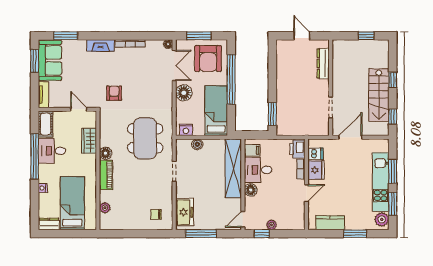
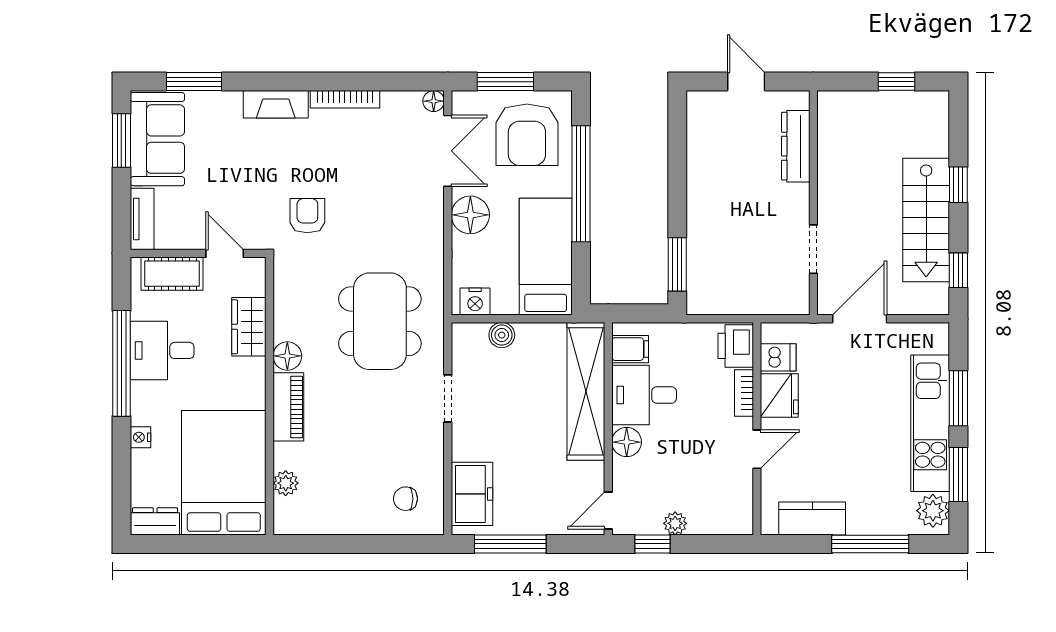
cot: (46, 124) -> (172, 274), moved, turned 90
bed: (72, 203) -> (224, 473), width x1.50
window: (355, 234) -> (870, 544), width x1.44

